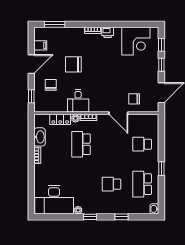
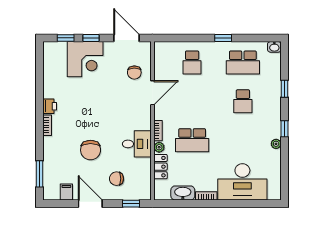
corner desk: (136, 41) -> (85, 59), moved, turned 90
desk: (54, 200) -> (242, 182), moved, turned 90

